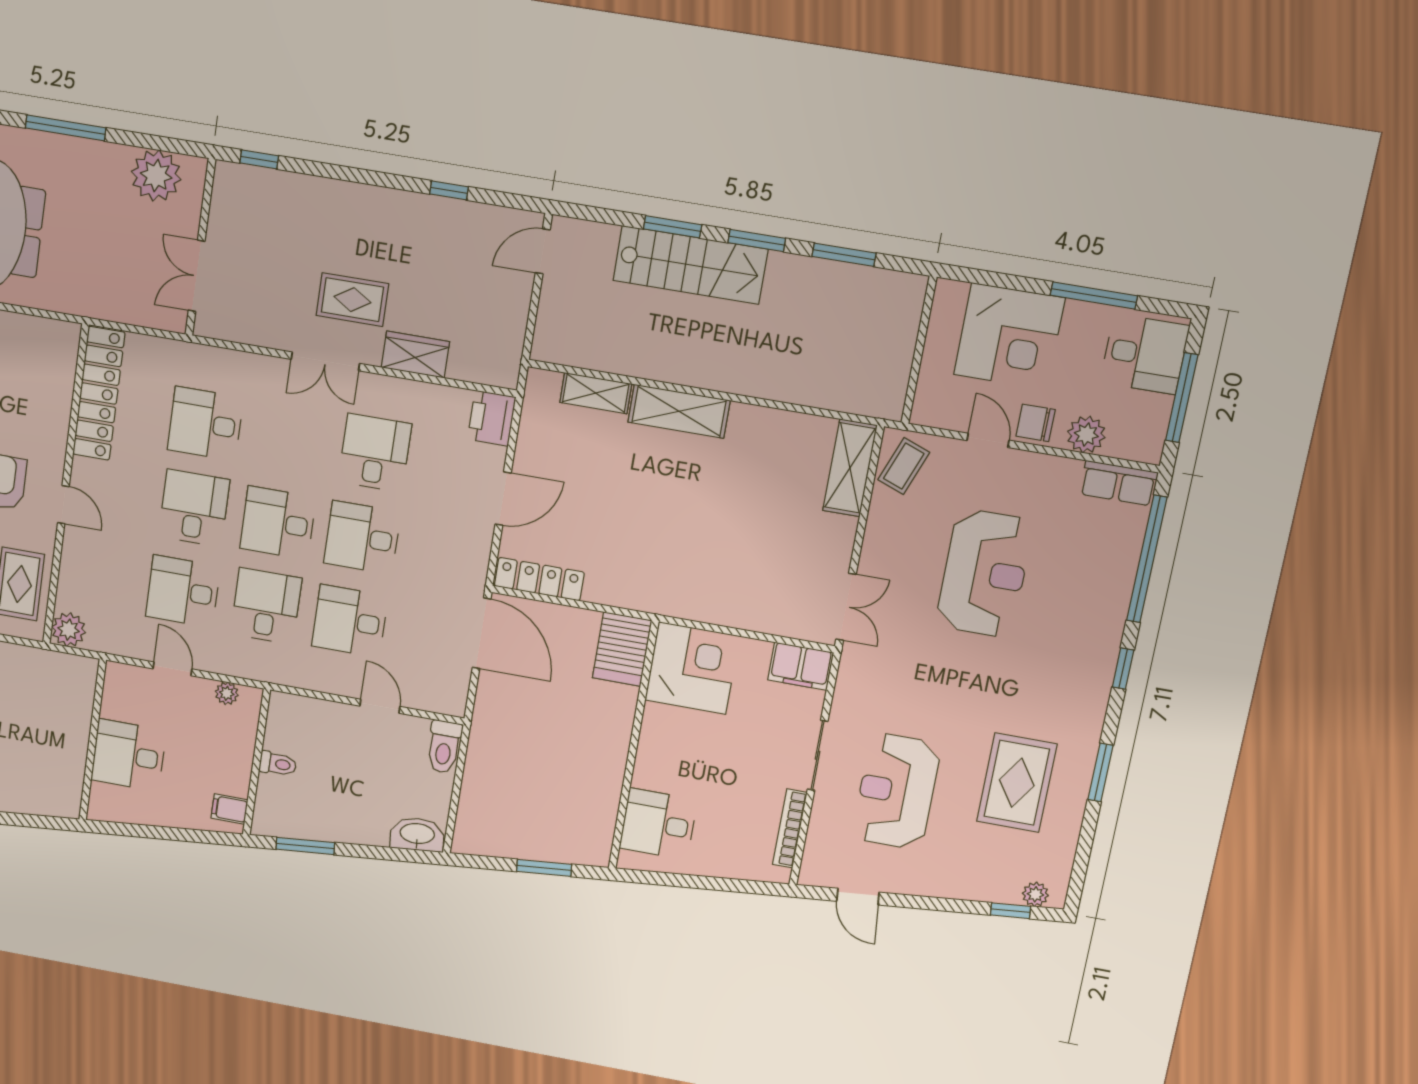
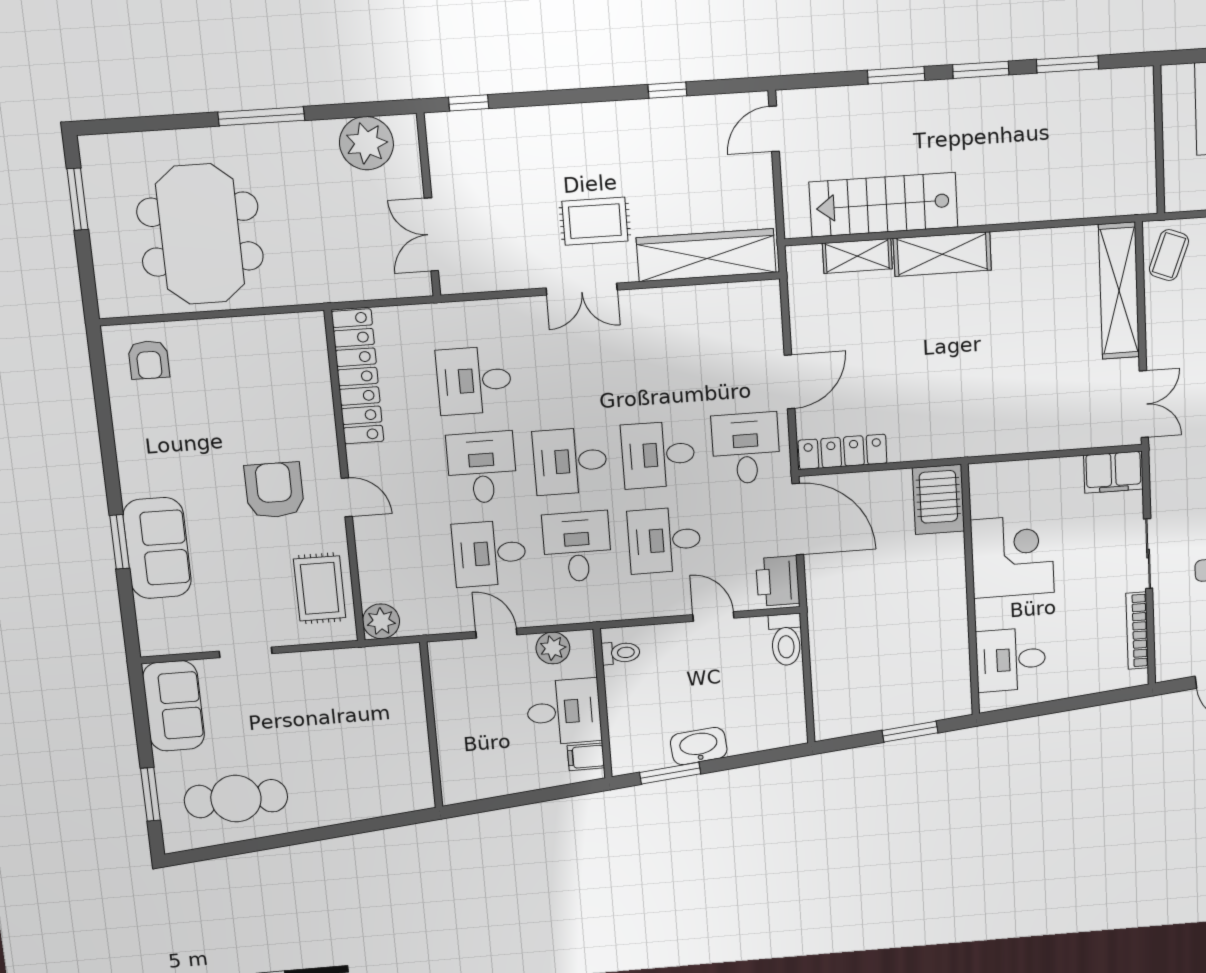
stairs: (690, 265) -> (884, 205), moved, turned 180
wardrobe: (415, 355) -> (706, 255), width x2.10, depth x1.17
printer: (492, 418) -> (778, 581), moved
desk: (375, 453) -> (746, 448), moved
shelving: (850, 468) -> (1119, 291), width x1.47
corner desk: (692, 668) -> (1012, 556), moved
plant: (227, 693) -> (553, 648), width x1.38, depth x1.38
desk: (128, 755) -> (564, 712), moved, turned 180
toilet: (278, 764) -> (621, 653), moved
washbasin: (417, 834) -> (699, 746), moved

